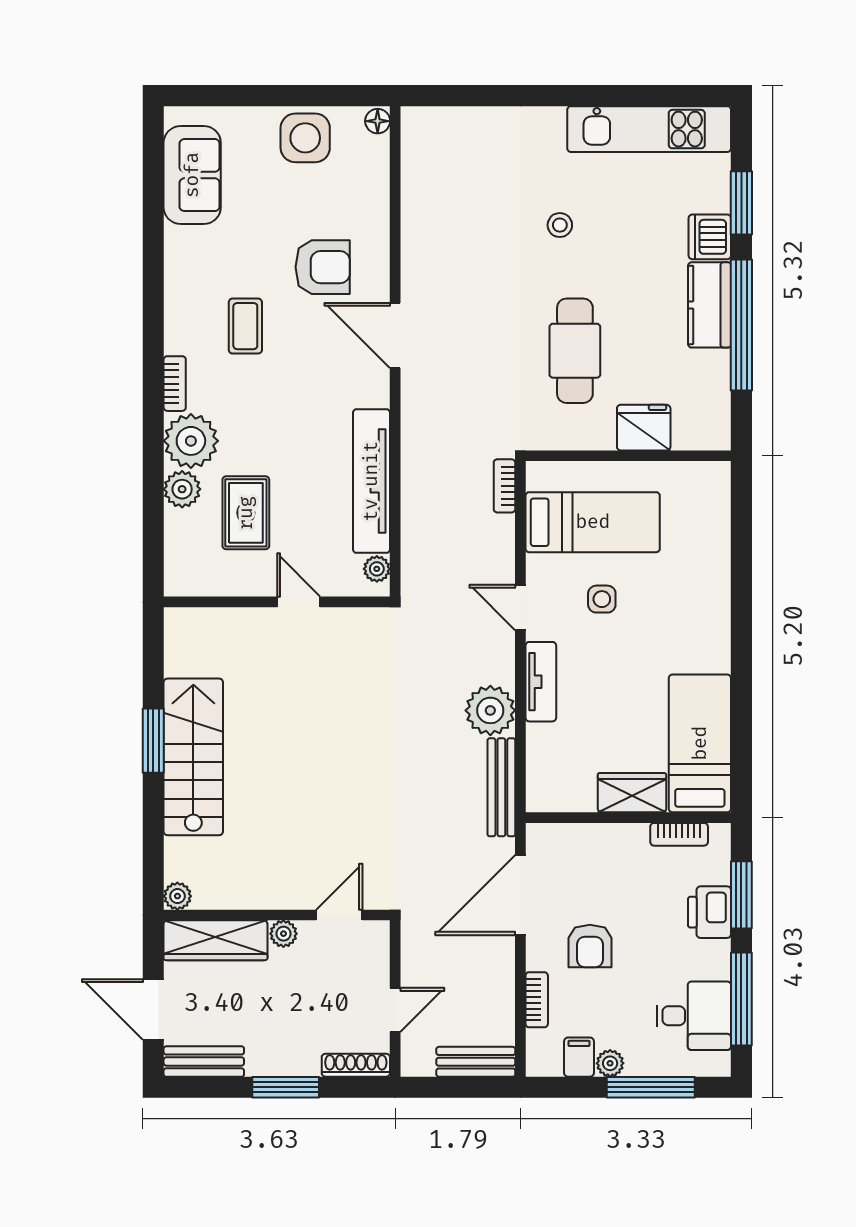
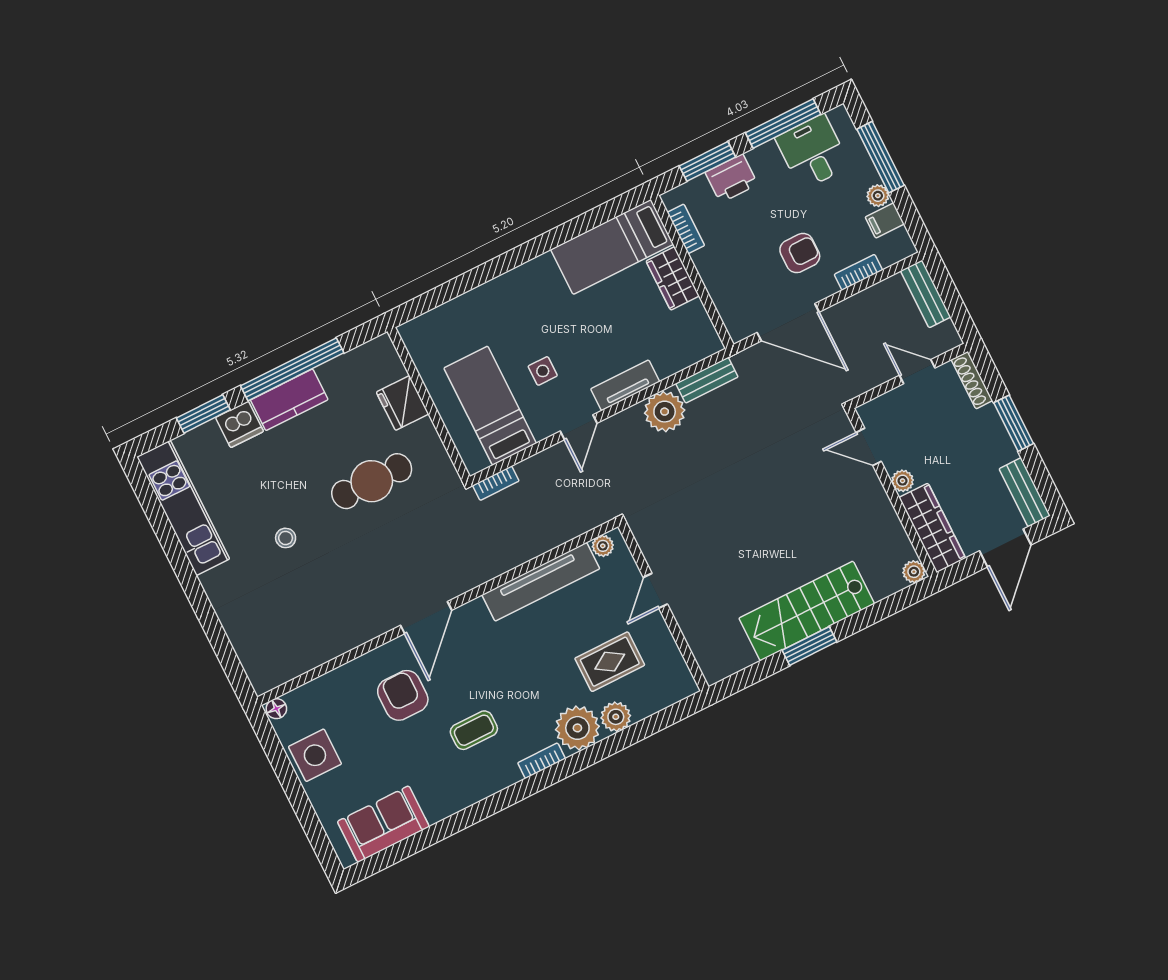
bench: (501, 787) -> (707, 380), width x0.73

